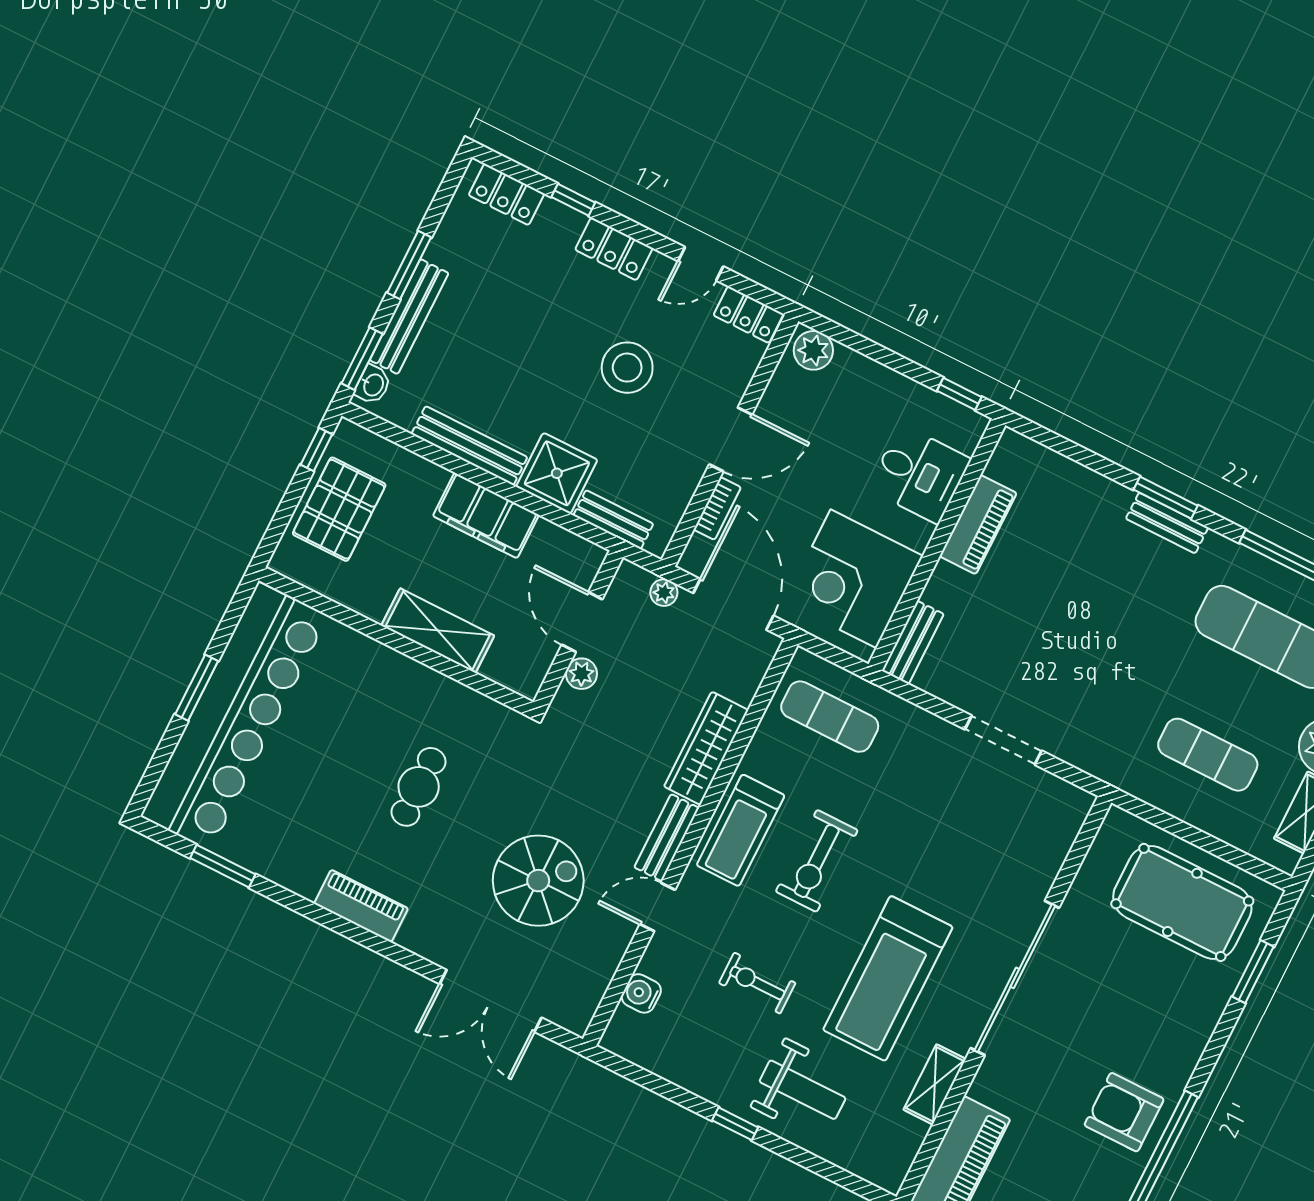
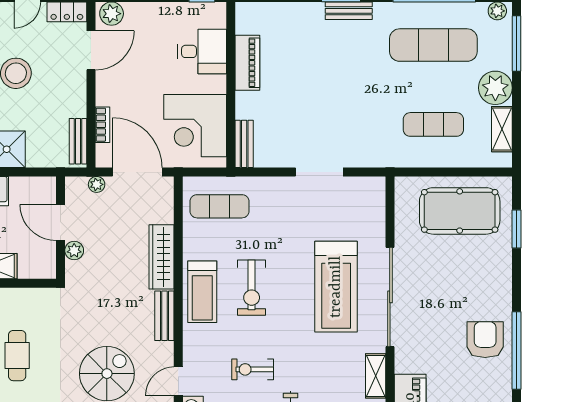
door: (731, 440) -> (91, 50), moved
bench: (613, 520) -> (78, 141), moved, turned 90
door: (658, 907) -> (178, 381), moved
treadmill: (888, 978) -> (336, 287), moved
armchair: (1124, 1112) -> (485, 340), turned 90

